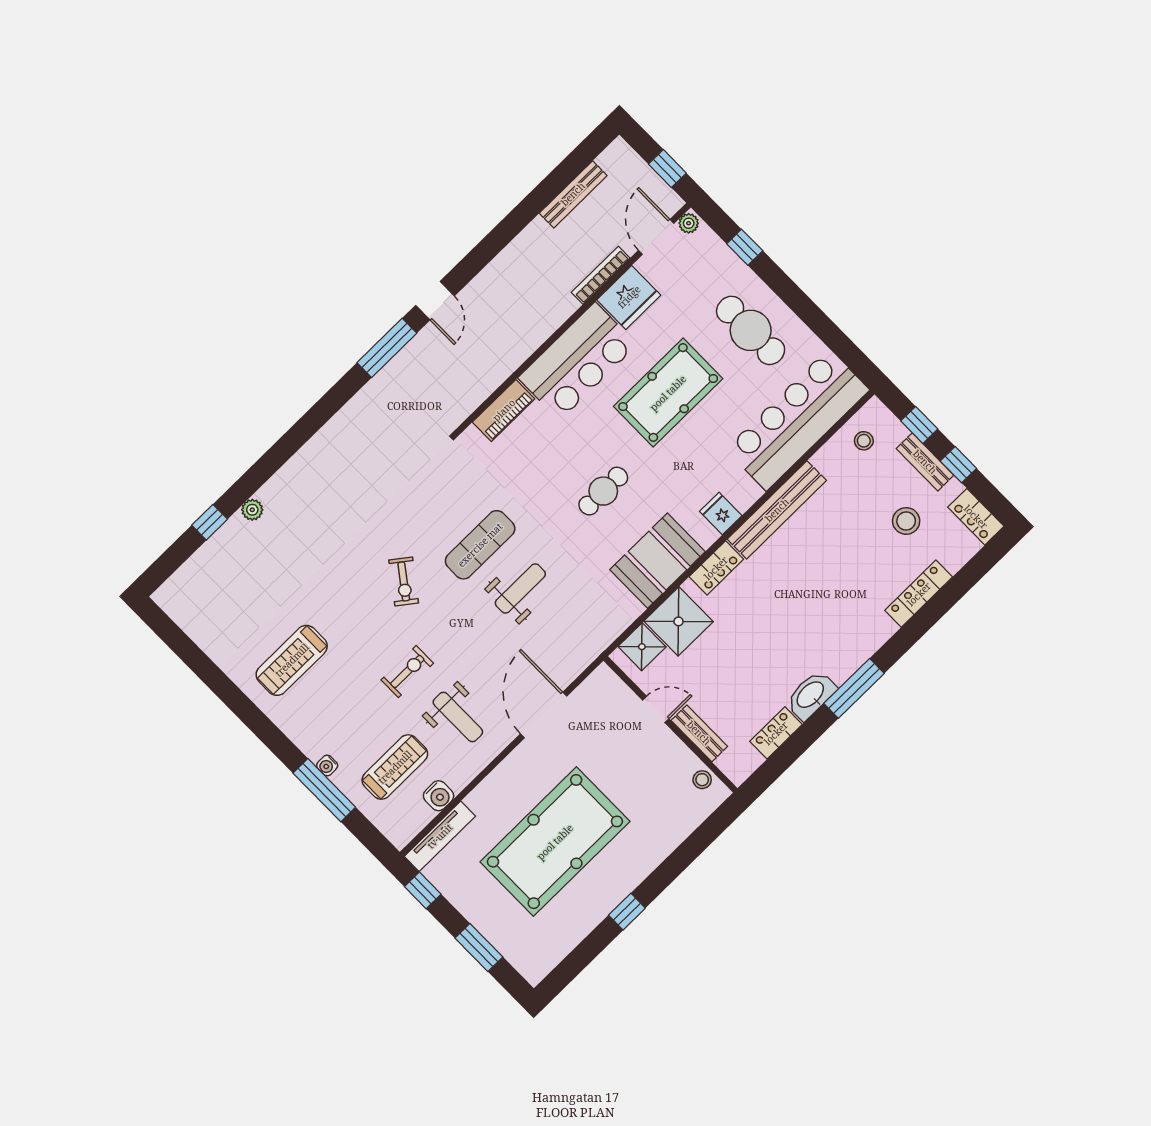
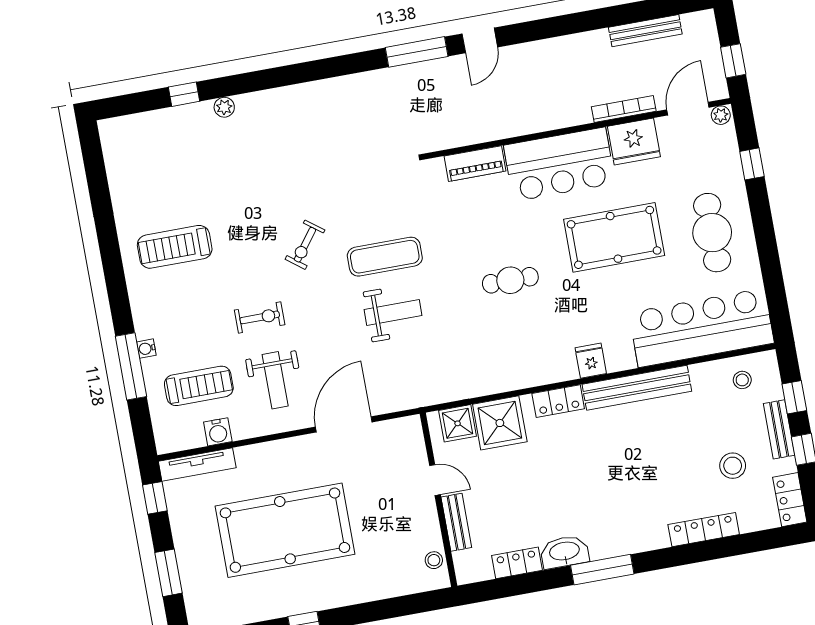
booth: (657, 561) -> (516, 364), removed

